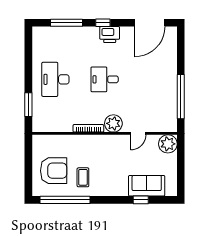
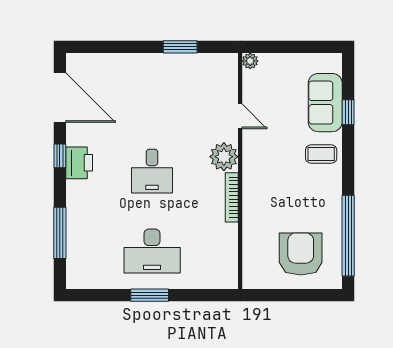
window: (103, 23) -> (60, 156), moved
window: (181, 97) -> (180, 47), width x0.47
window: (28, 105) -> (150, 295), moved
plant: (168, 144) -> (250, 61), width x0.53, depth x0.53
coffee table: (83, 177) -> (321, 154), moved

